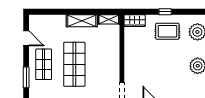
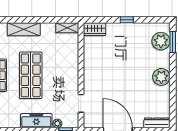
shelving: (82, 21) -> (24, 29), moved
rug: (167, 31) -> (129, 40), removed

